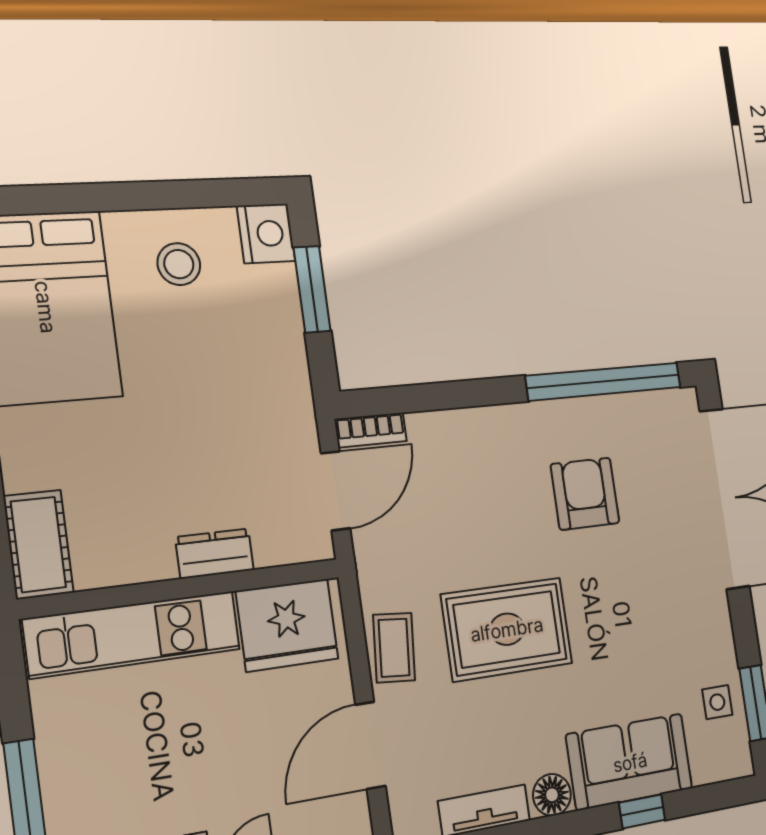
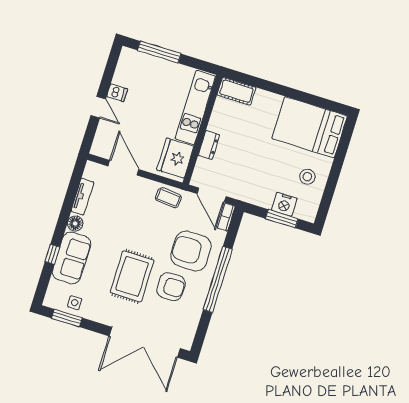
nightstand: (266, 234) -> (284, 204), moved
window: (604, 382) -> (218, 279), moved
armchair: (487, 482) -> (191, 251), added
rug: (507, 629) -> (132, 276), moved
coffee table: (394, 648) -> (168, 198), moved

